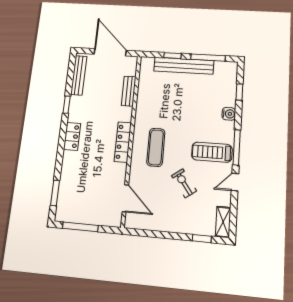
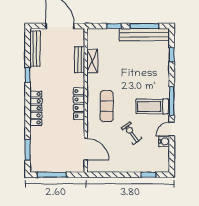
bench: (184, 66) -> (144, 35), moved
water cooler: (229, 114) -> (164, 141), moved
locker: (72, 136) -> (36, 108), width x1.53
shelving: (223, 222) -> (92, 61), moved

